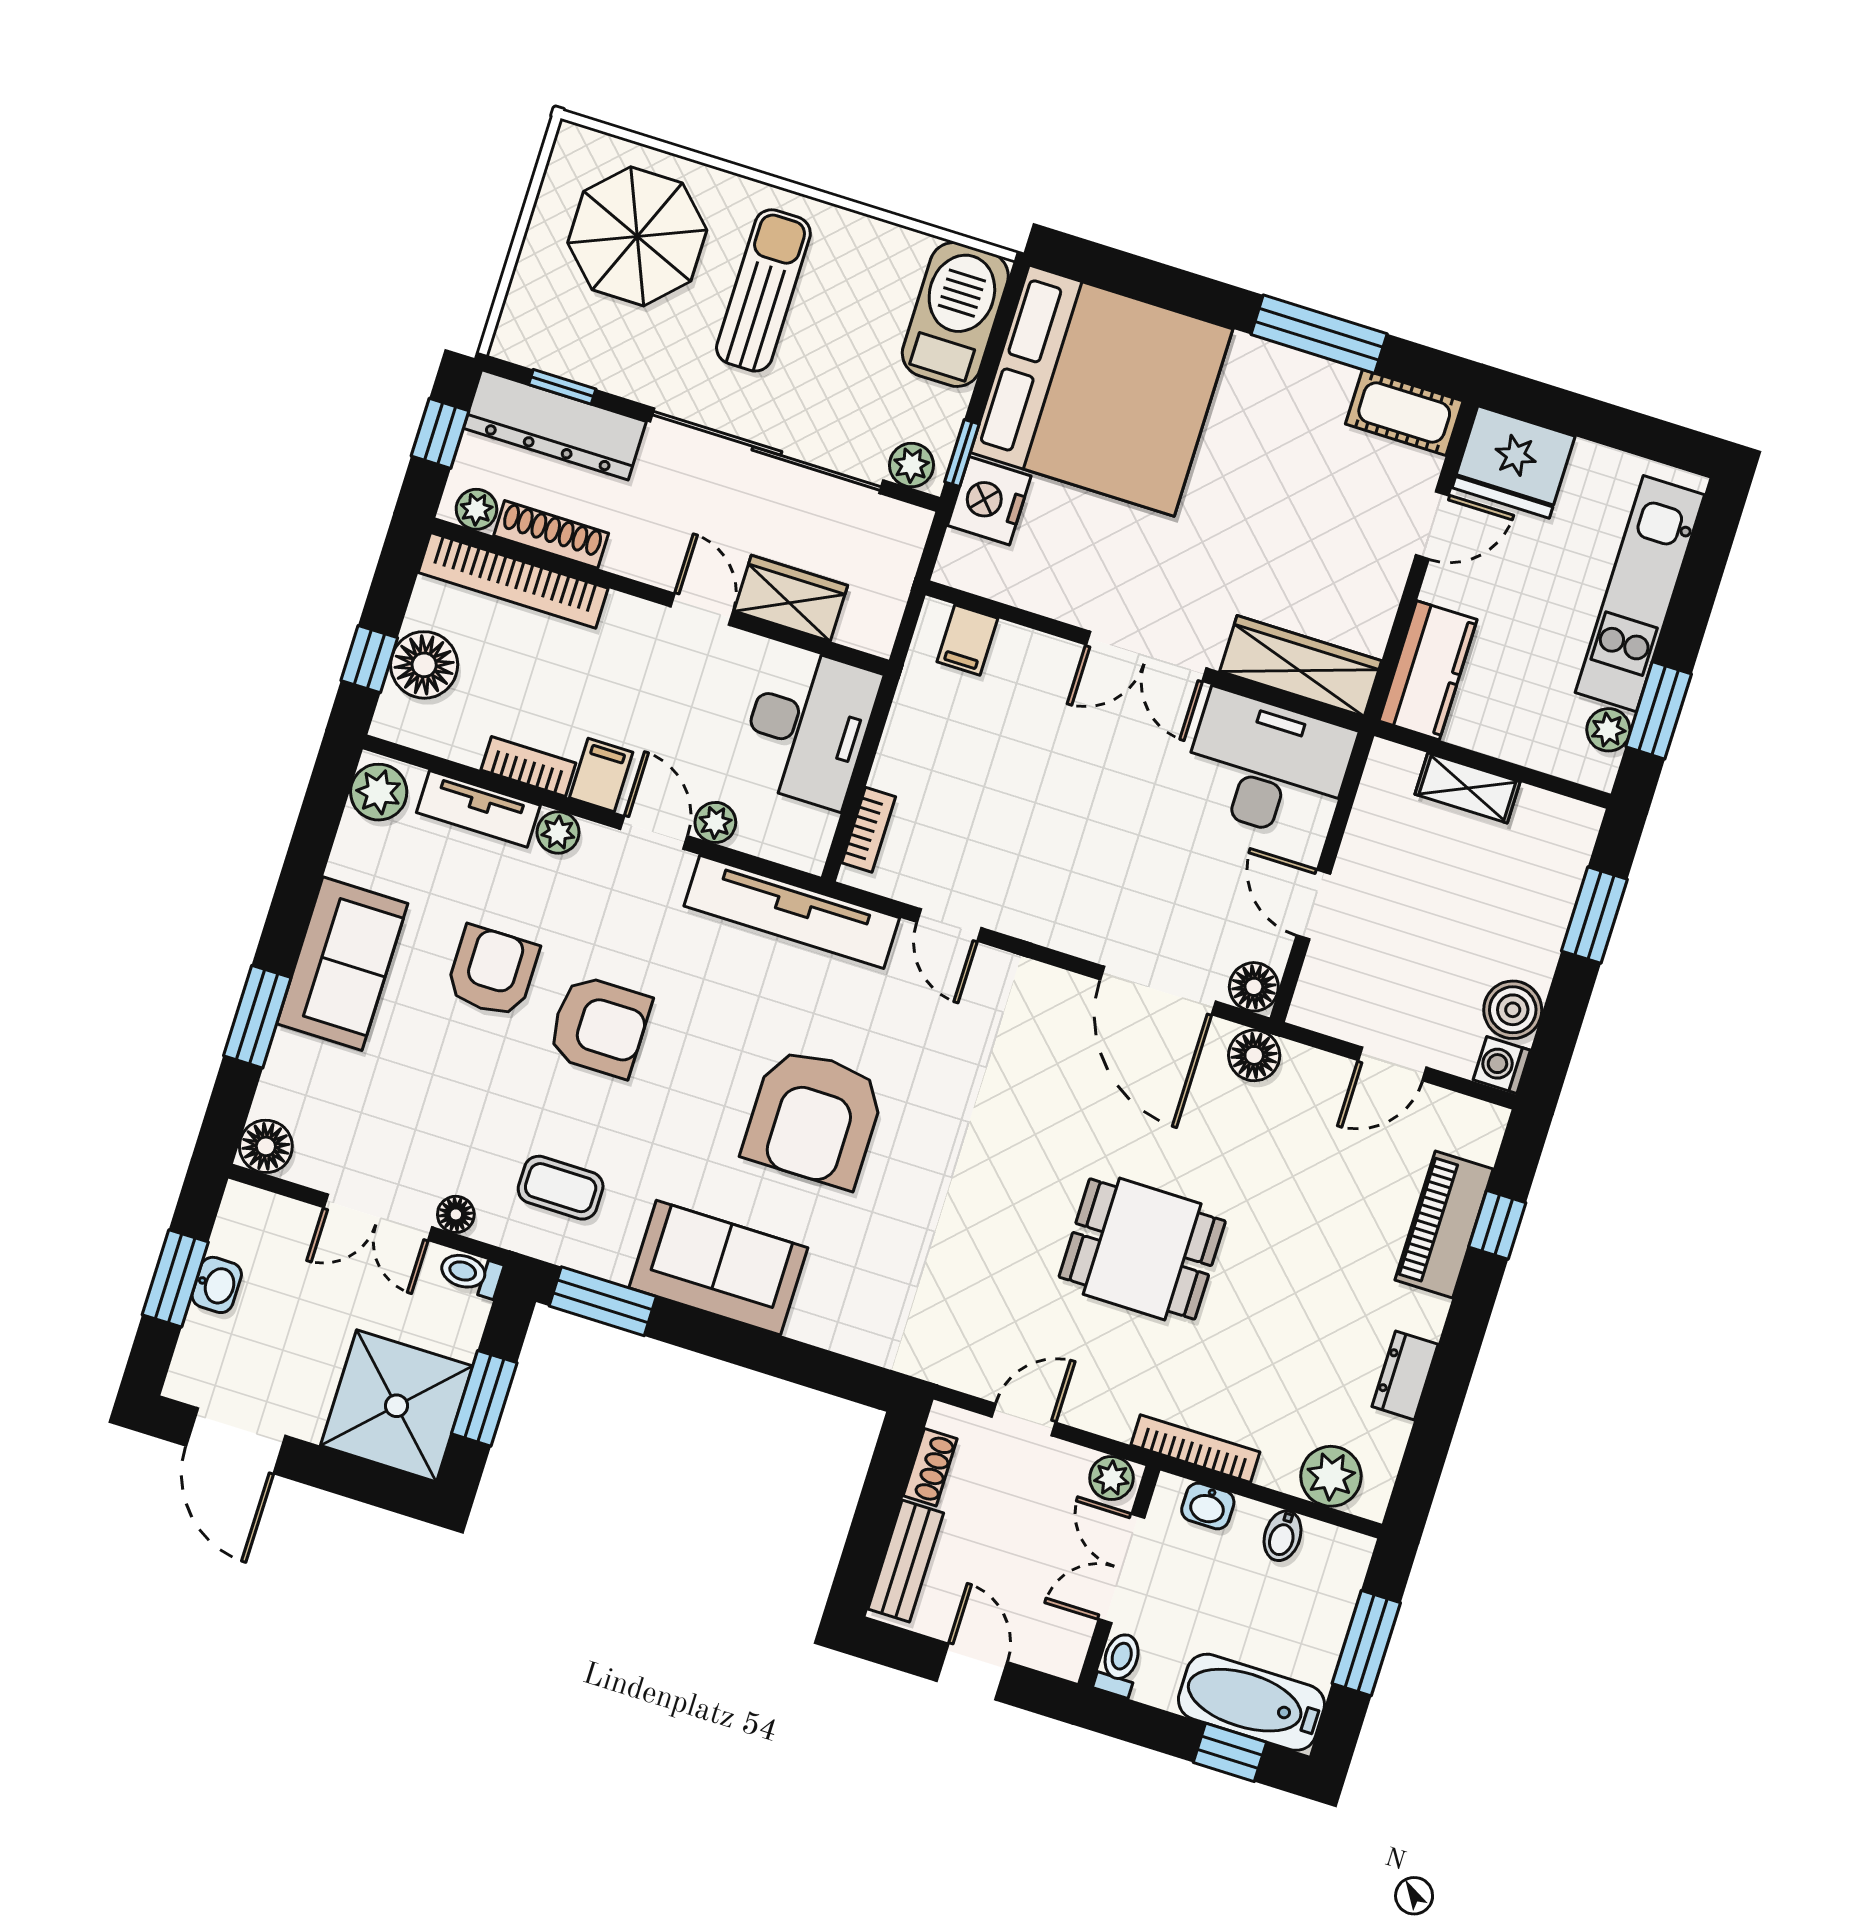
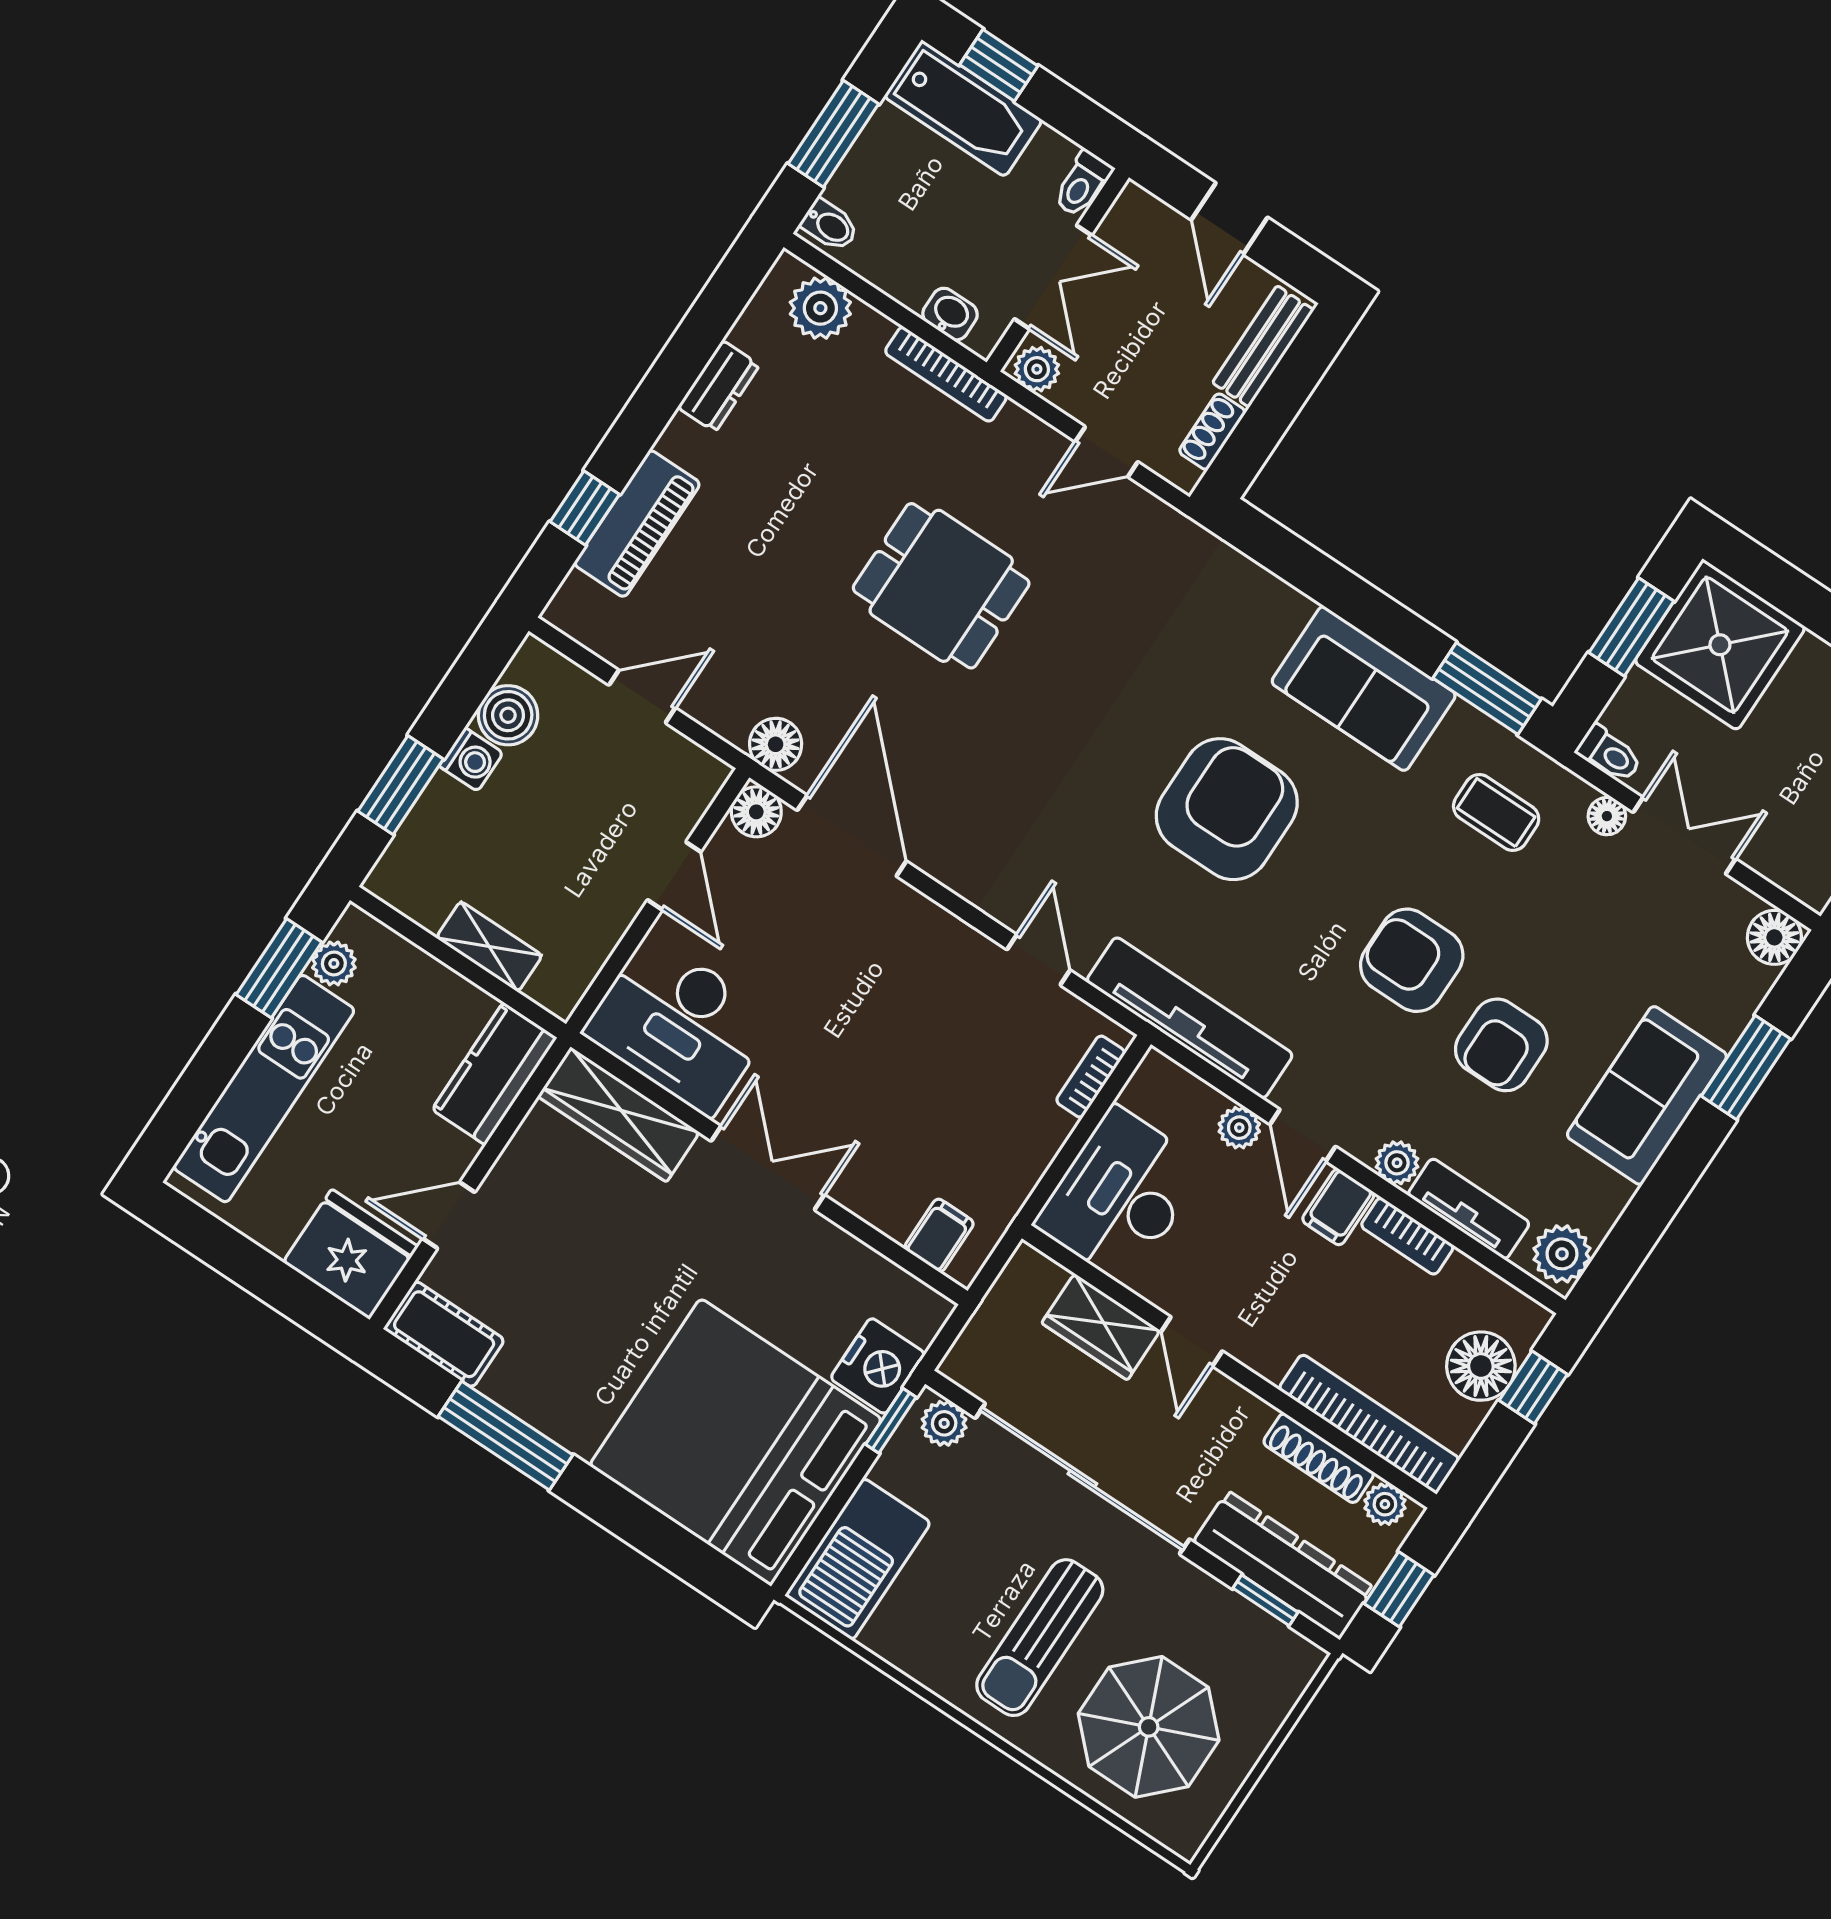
washing machine: (1502, 1065) -> (471, 760), moved
bidet: (1283, 1536) -> (830, 225), moved, turned 90

